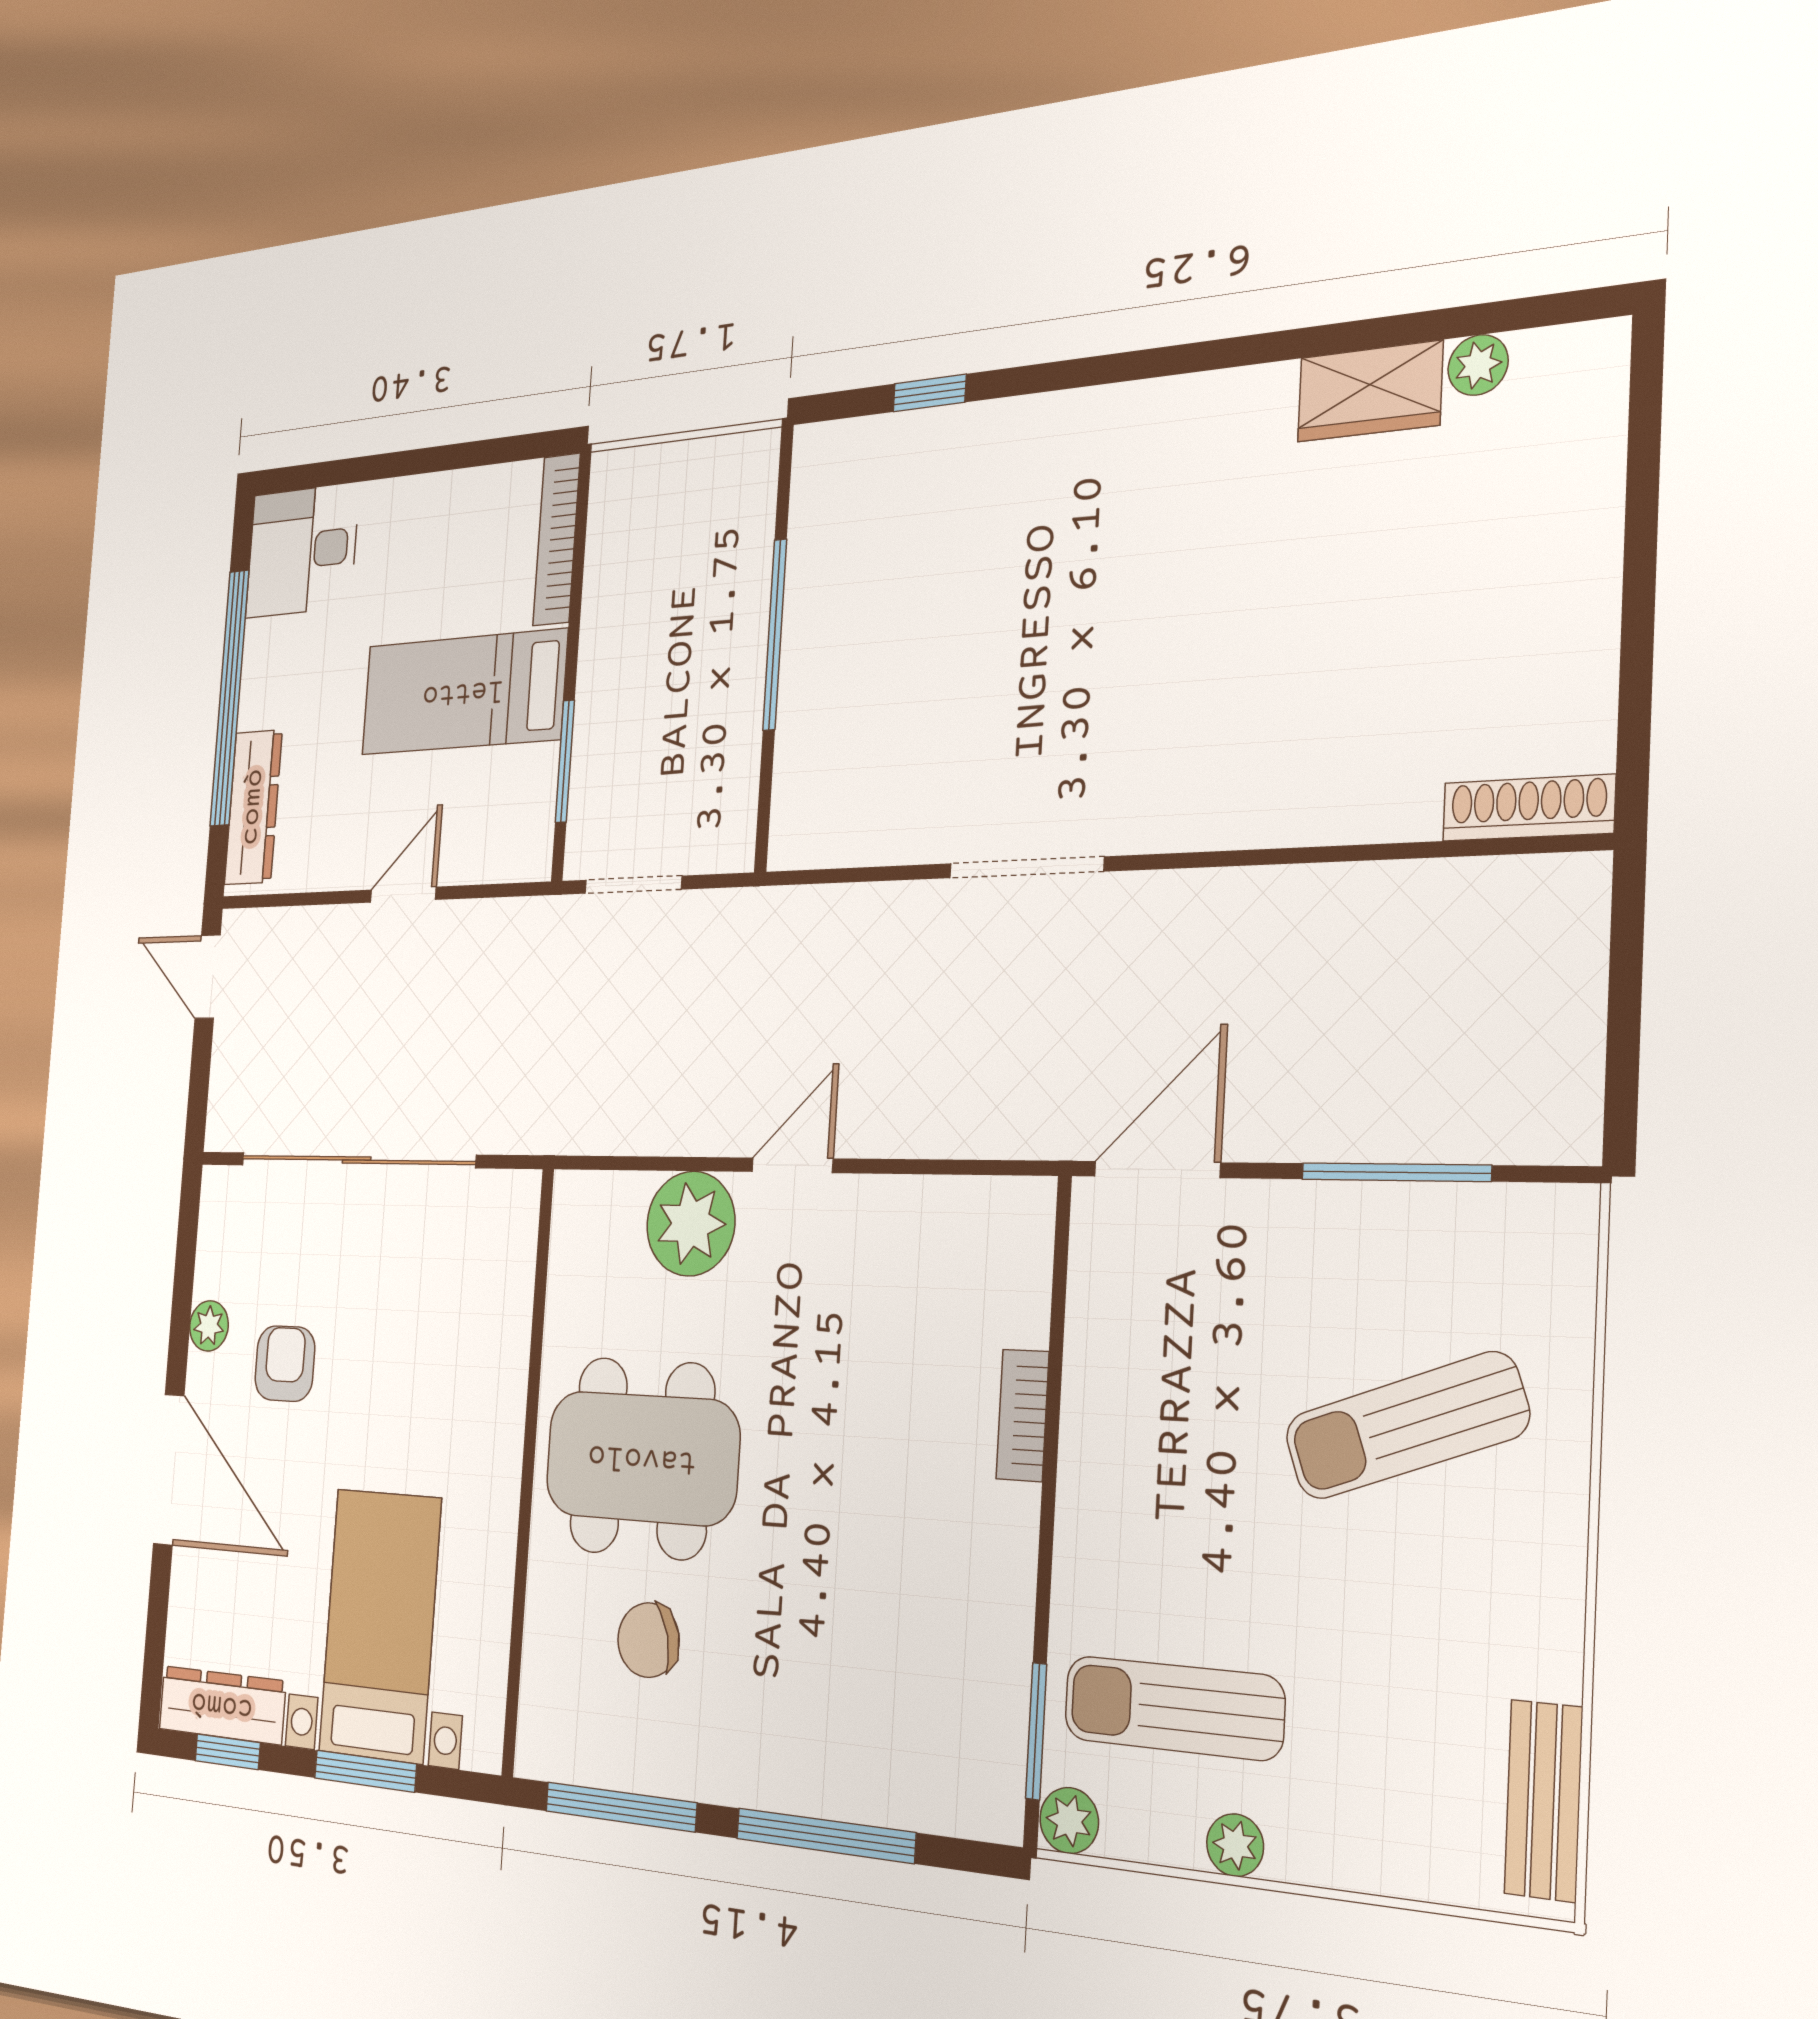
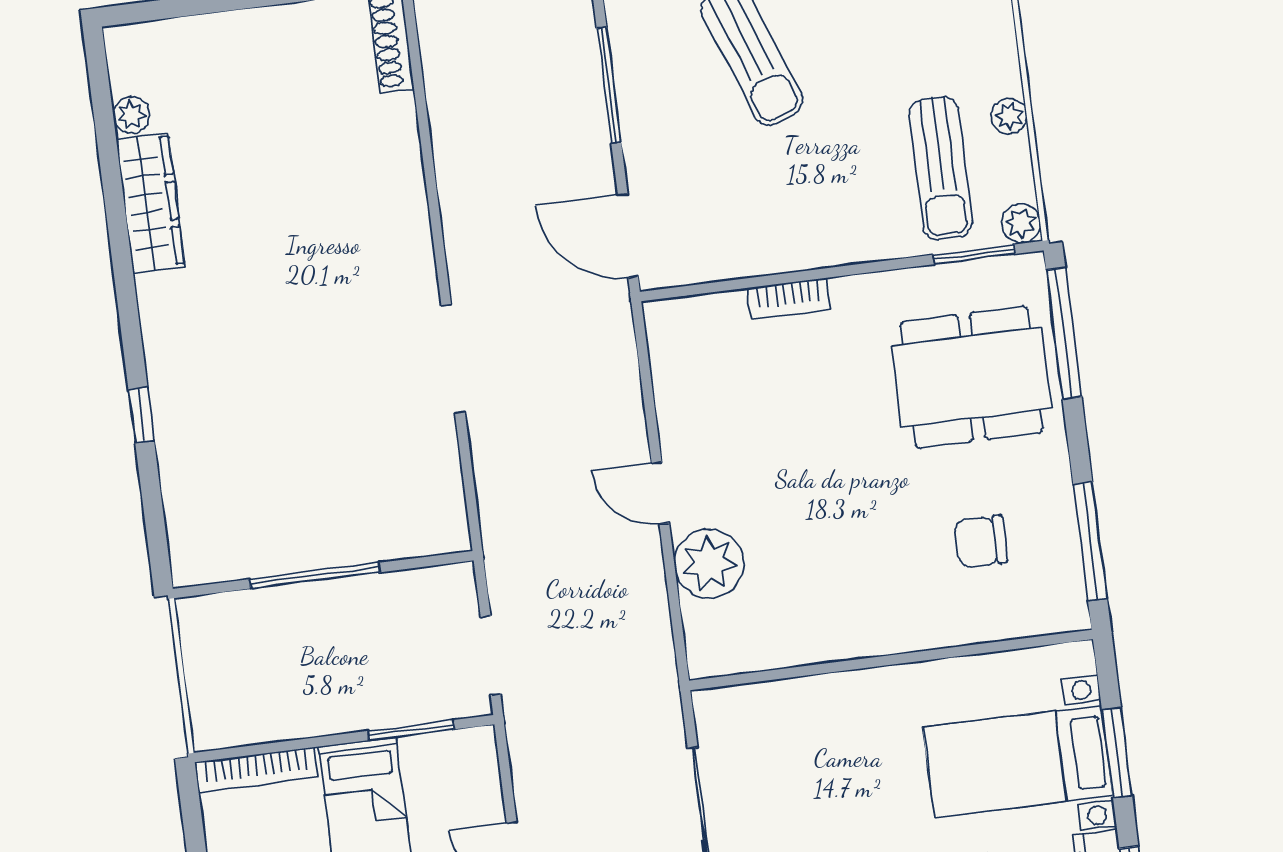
wardrobe: (1370, 391) -> (150, 203), width x1.50
window: (930, 393) -> (141, 415), moved
dining table: (642, 1458) -> (972, 377), moved, turned 90
chair: (648, 1640) -> (981, 542), turned 105
window: (825, 1836) -> (1064, 333), moved

